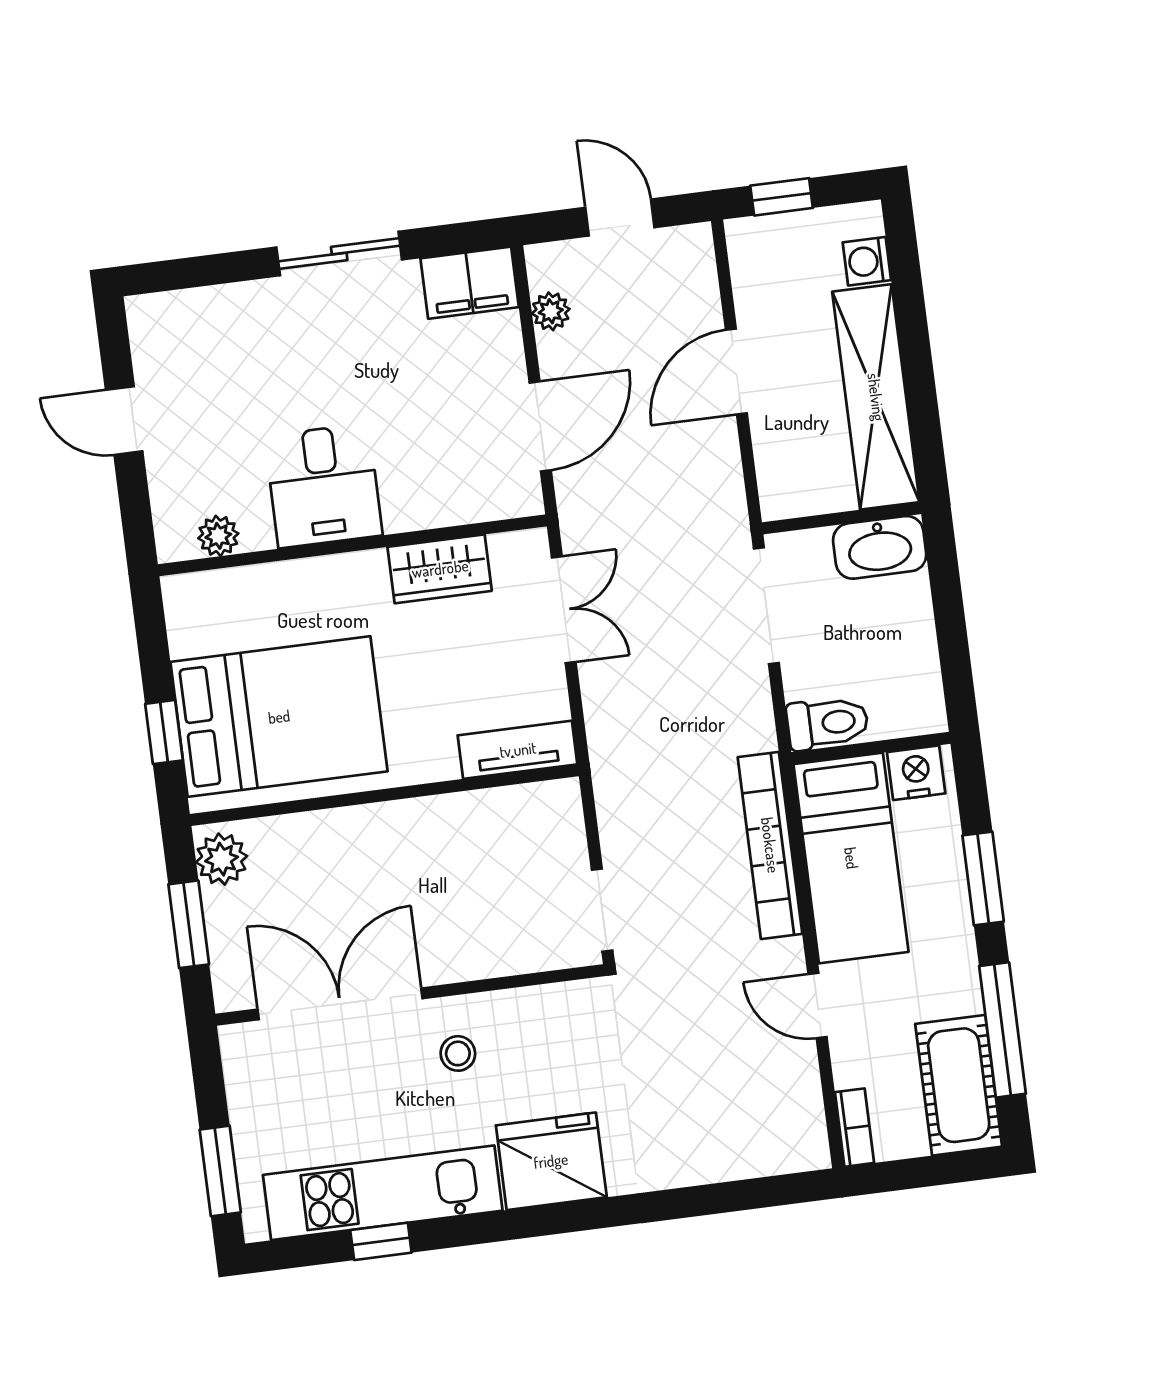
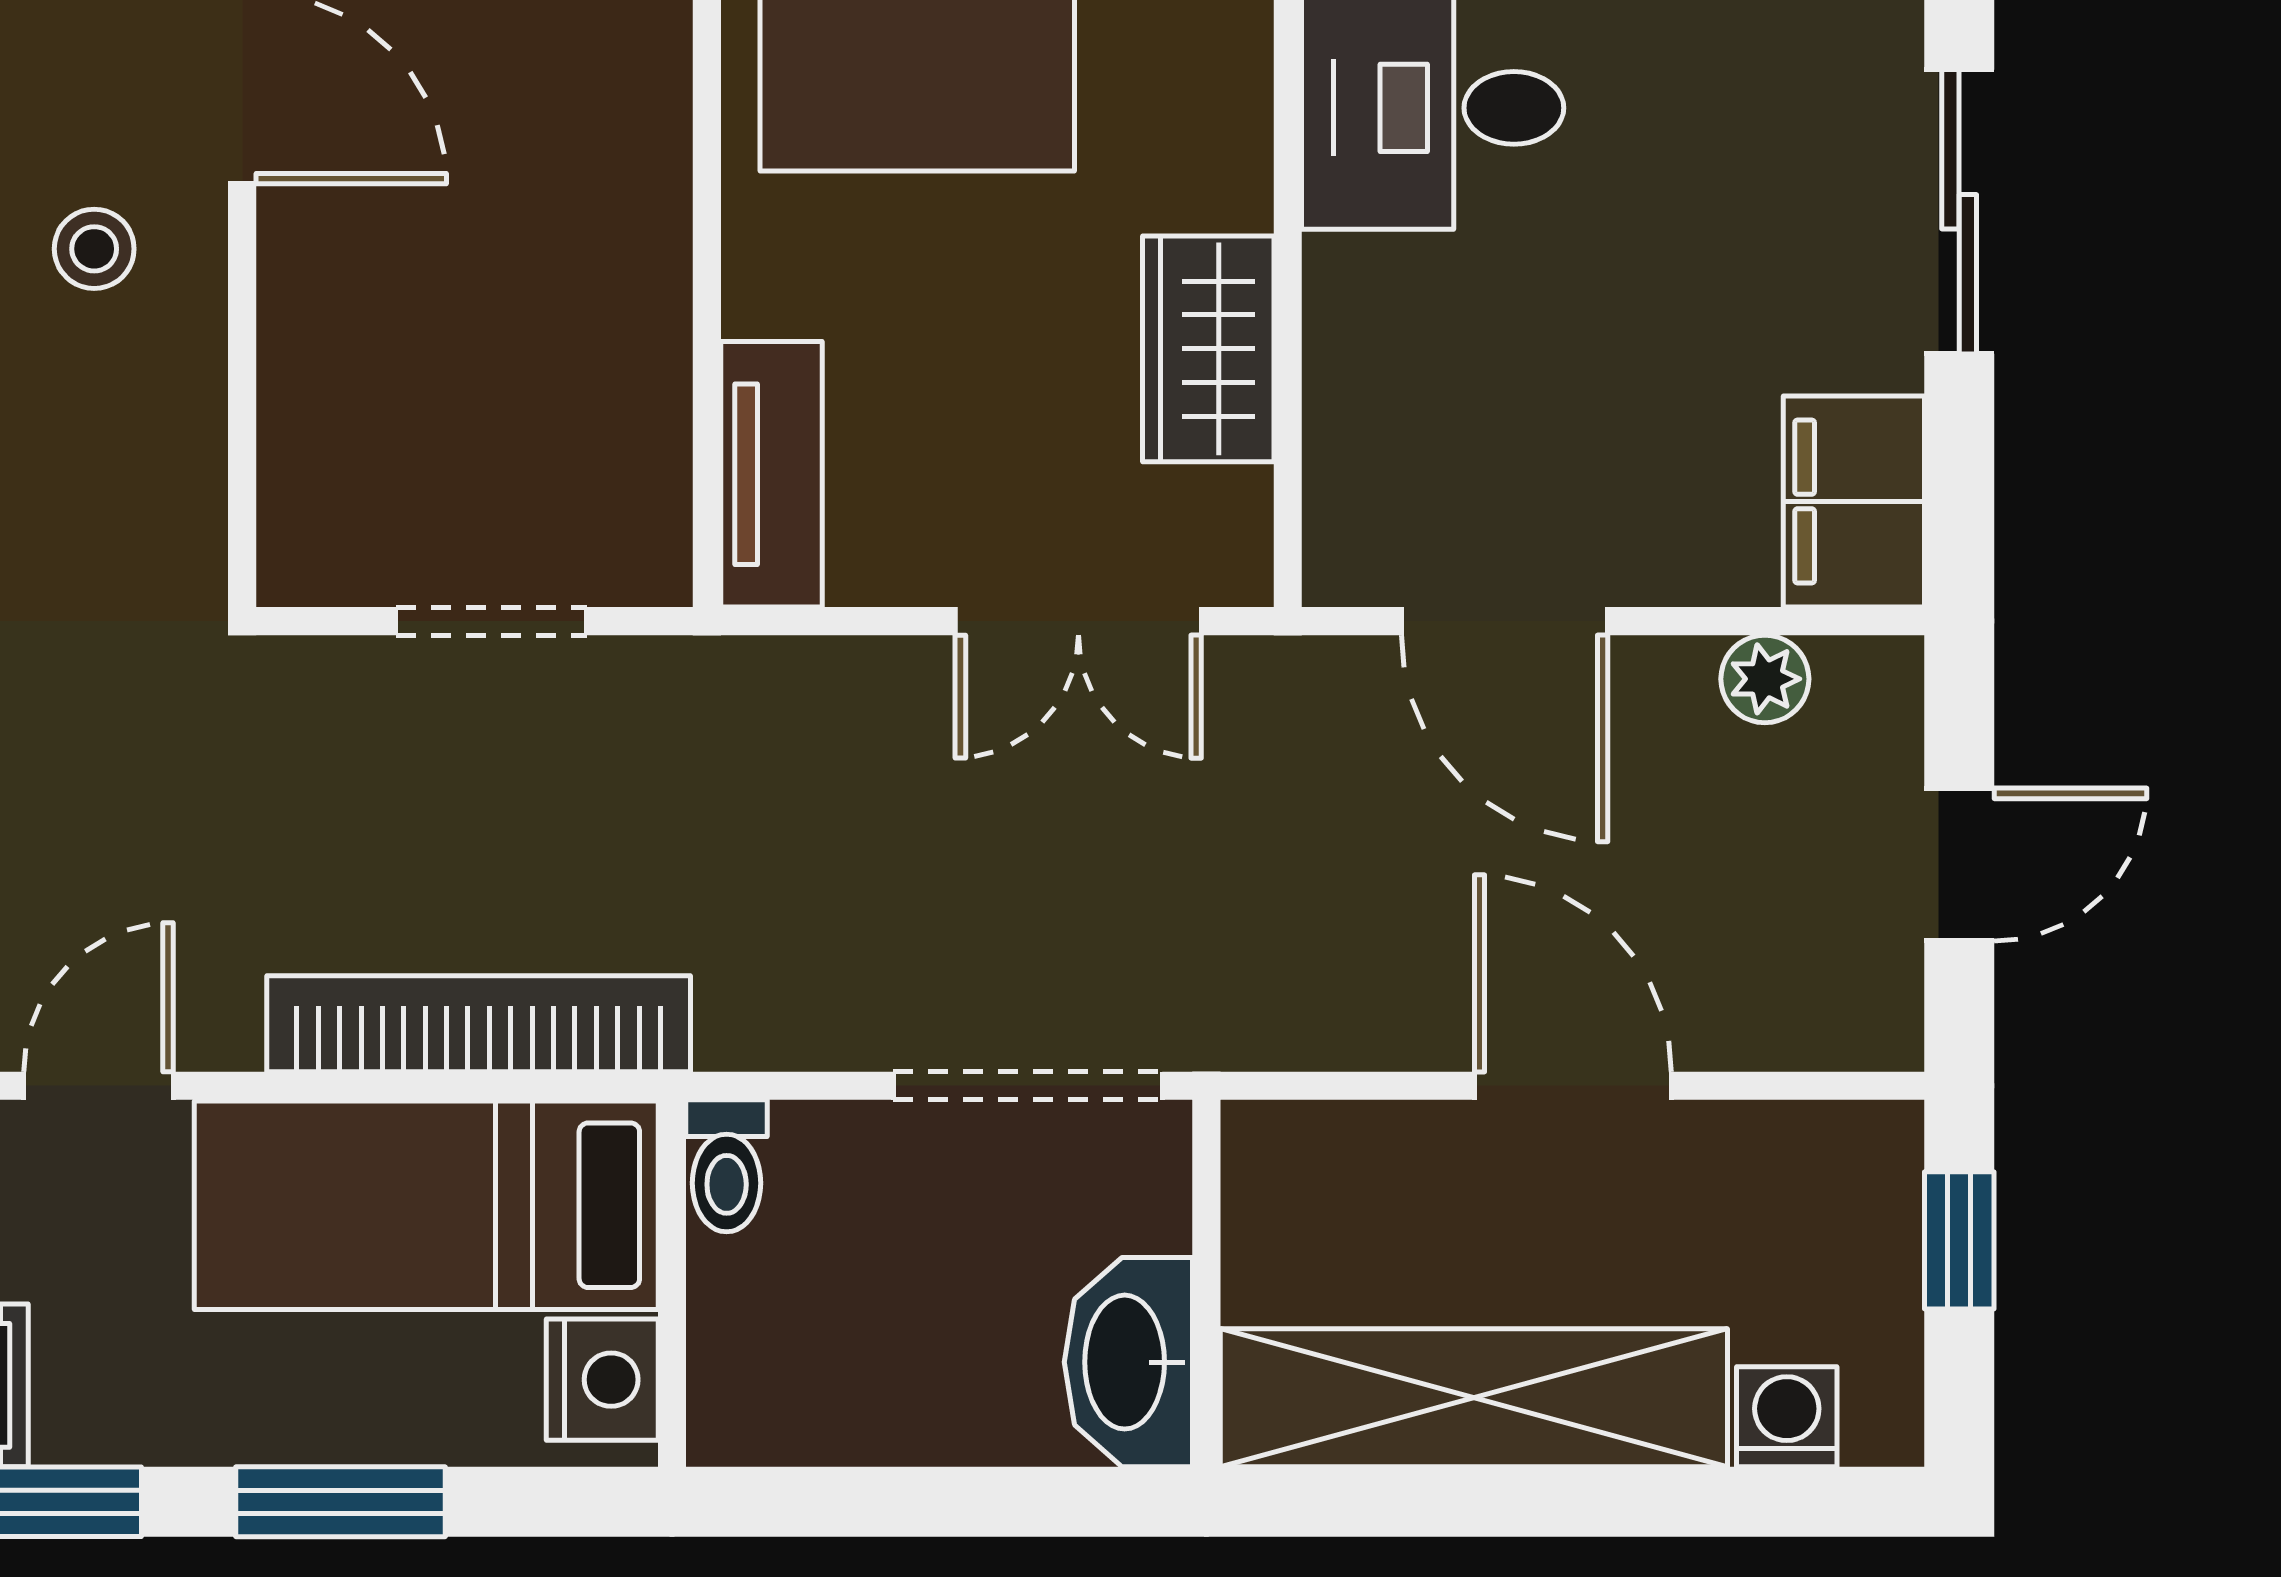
toilet: (828, 723) -> (727, 1166), width x0.73, depth x0.72
doorway: (602, 910) -> (491, 621), moved

